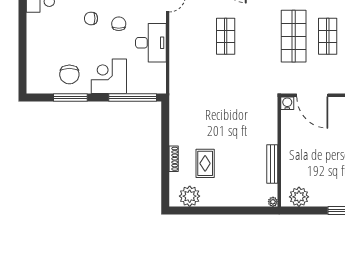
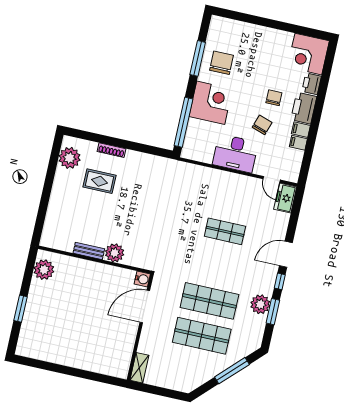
chair: (119, 24) -> (262, 125), turned -72
shop shelf: (328, 36) -> (202, 336), width x1.43, depth x1.36
chair: (69, 74) -> (222, 63), turned 90
bench: (272, 164) -> (89, 251), width x0.73
plant: (273, 202) -> (115, 253), moved, width x1.88, depth x1.88

